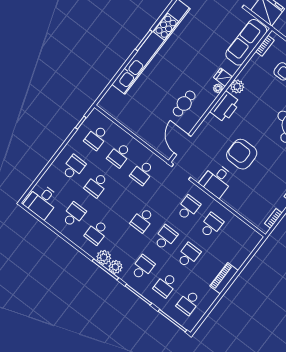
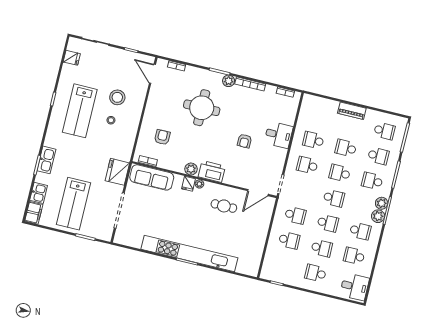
school desk: (96, 138) -> (328, 223), moved
armchair: (242, 154) -> (244, 141), width x0.53, depth x0.53
desk: (217, 180) -> (279, 135), moved

